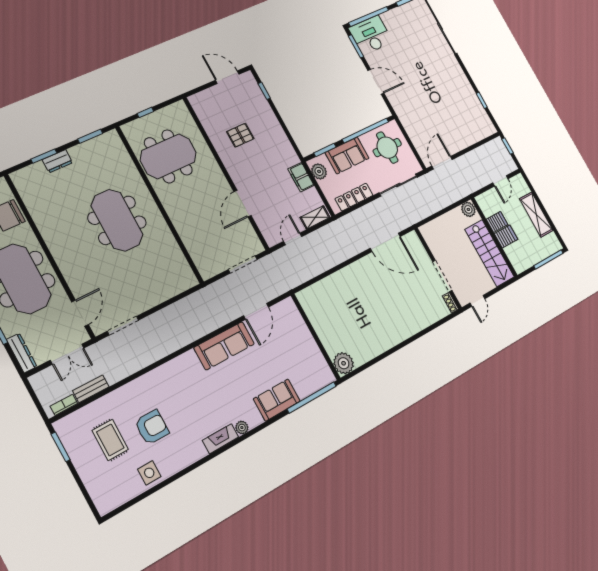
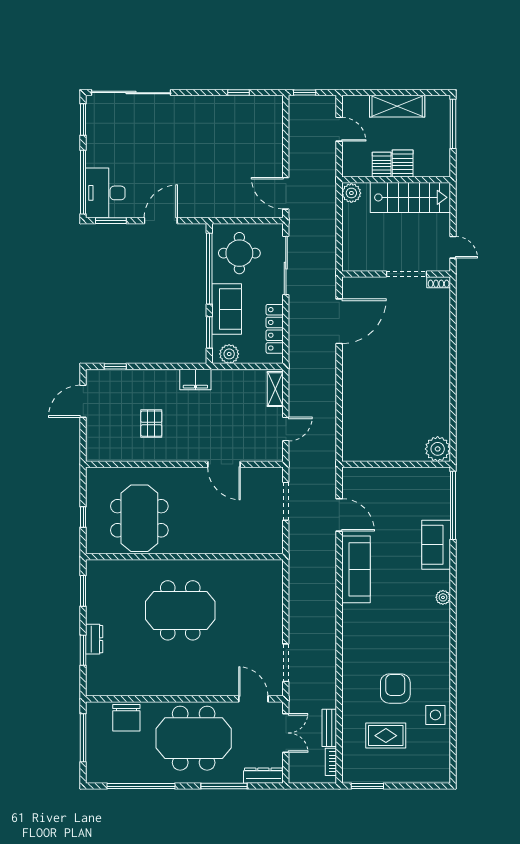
filing cabinet: (301, 177) -> (195, 379), moved
door: (293, 239) -> (286, 429), swing flipped
fireplace: (221, 439) -> (442, 626), removed

